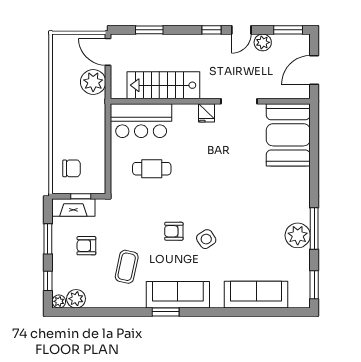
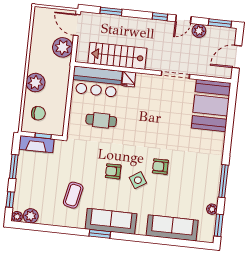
fridge: (207, 113) -> (129, 79), moved
plant: (64, 130) -> (35, 83), added
plant: (298, 235) -> (212, 209), moved, width x0.53, depth x0.53
armchair: (86, 246) -> (160, 167), moved

